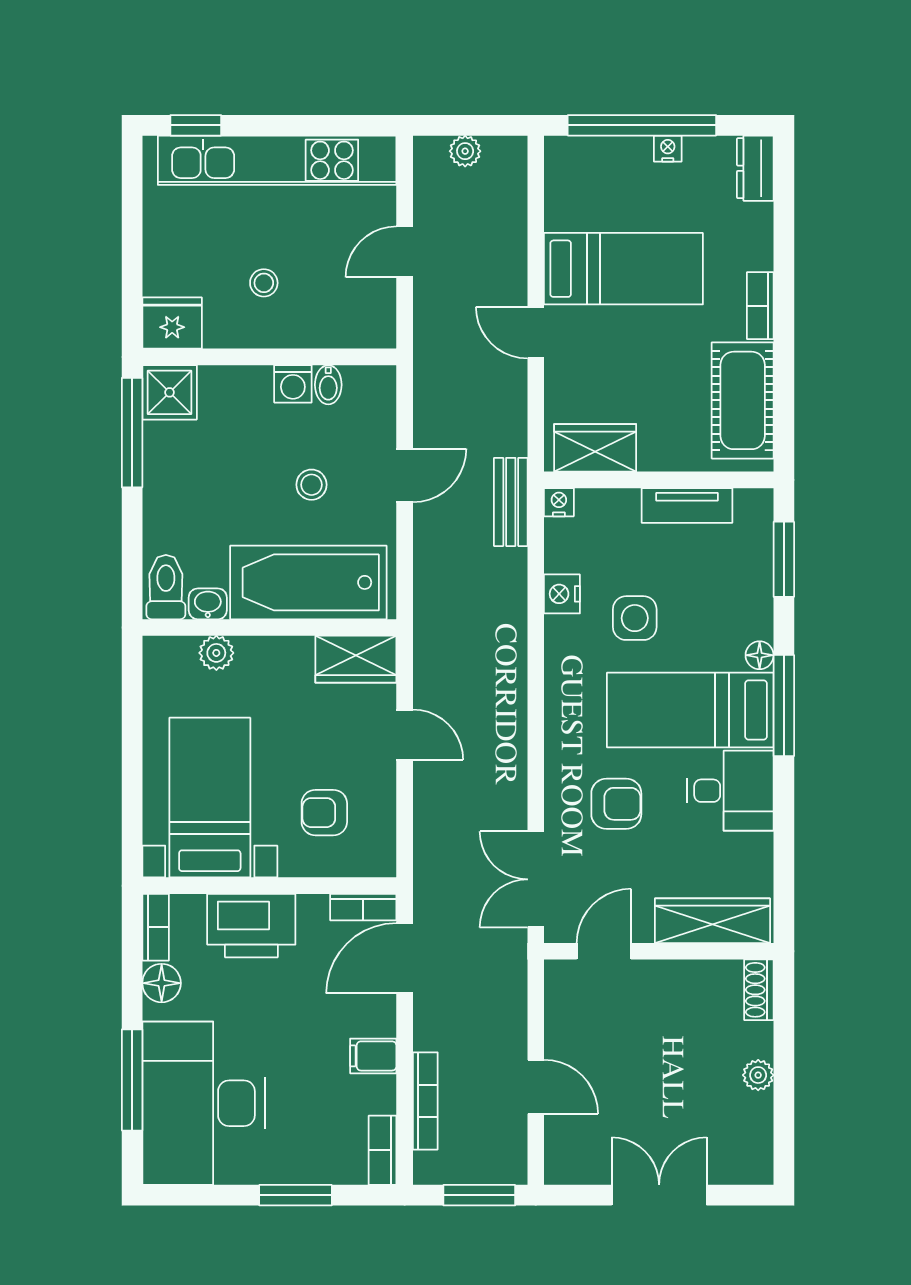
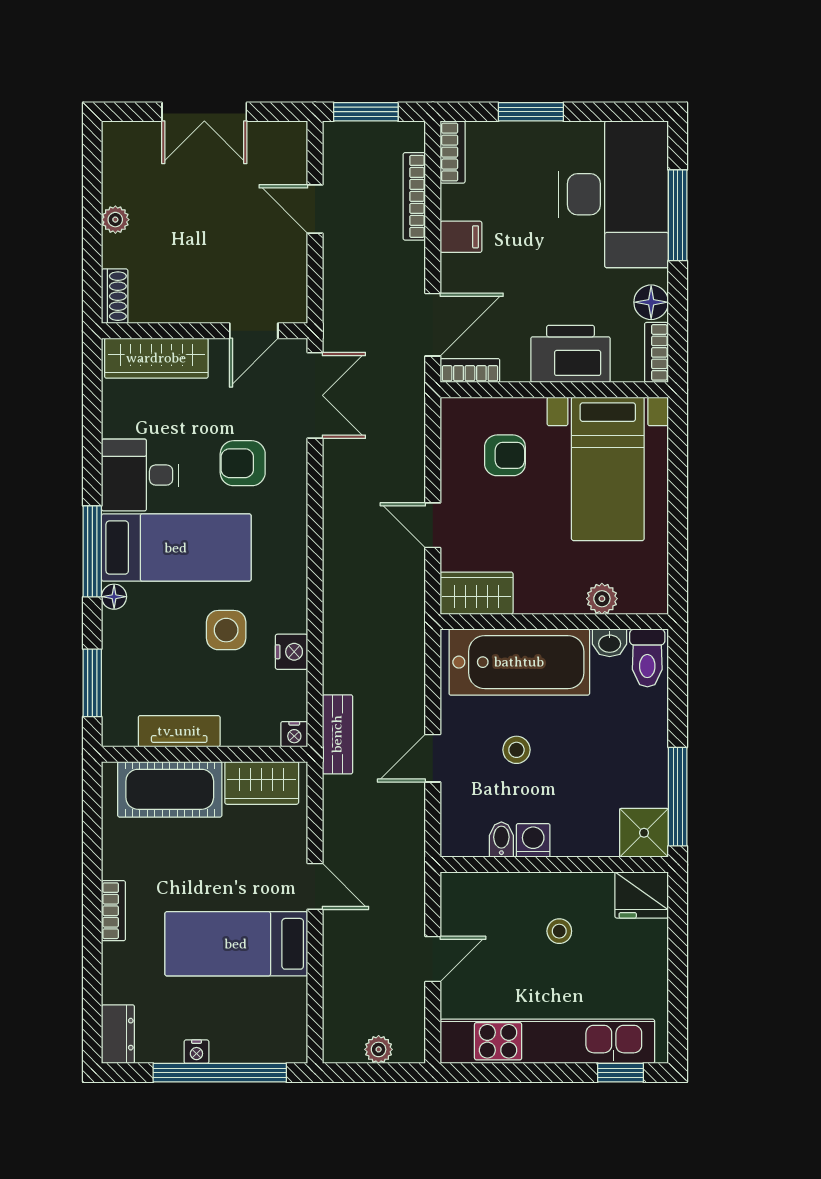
cot: (743, 400) -> (170, 789), moved, turned 90

